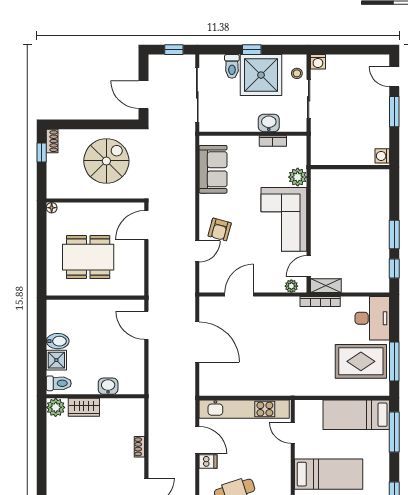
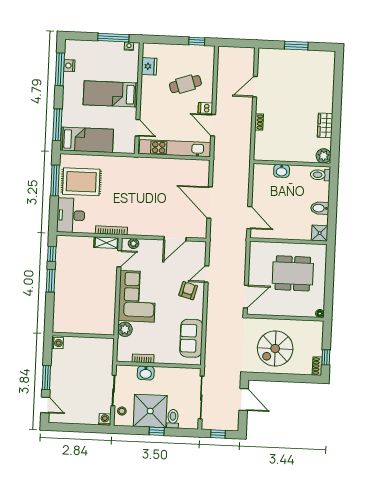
shower: (56, 360) -> (320, 233), moved
wardrobe: (84, 407) -> (325, 125), moved, turned -90

